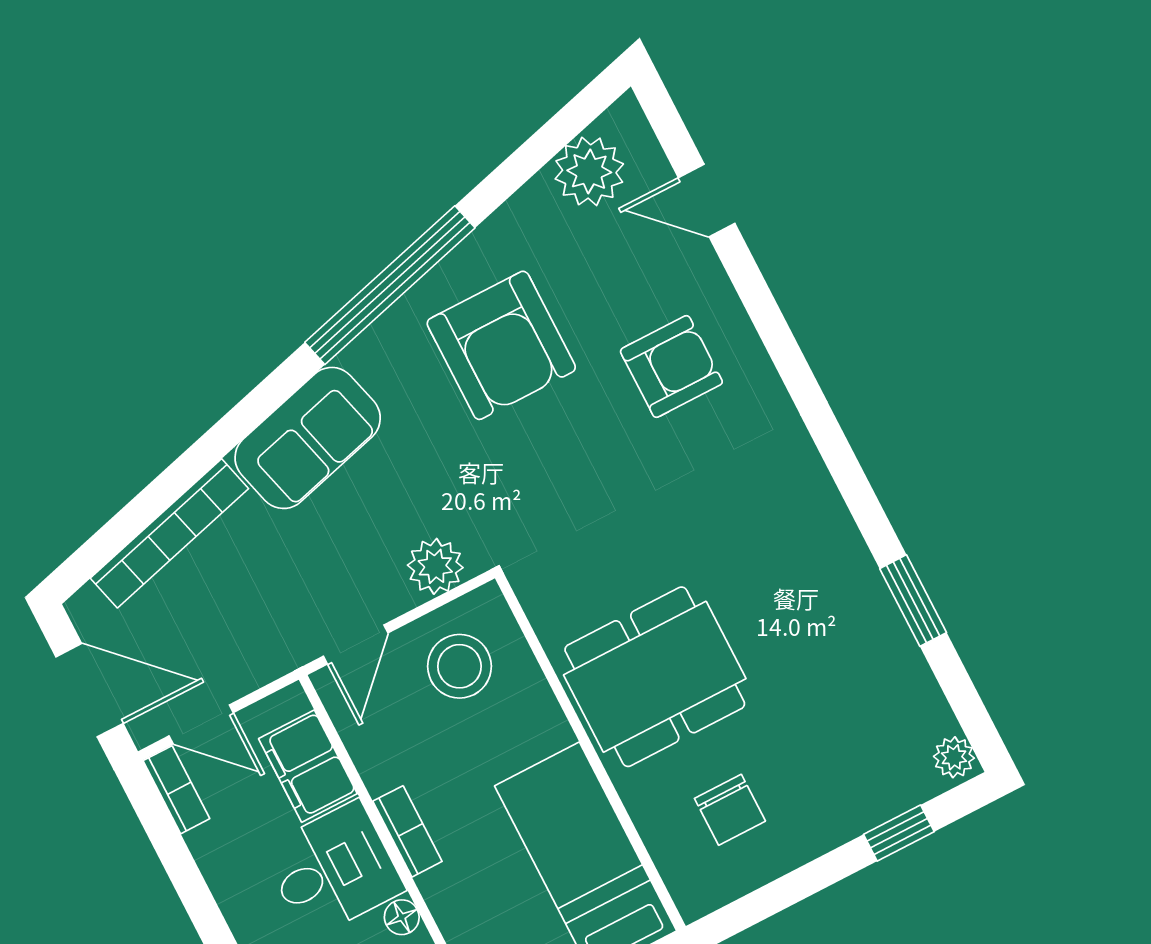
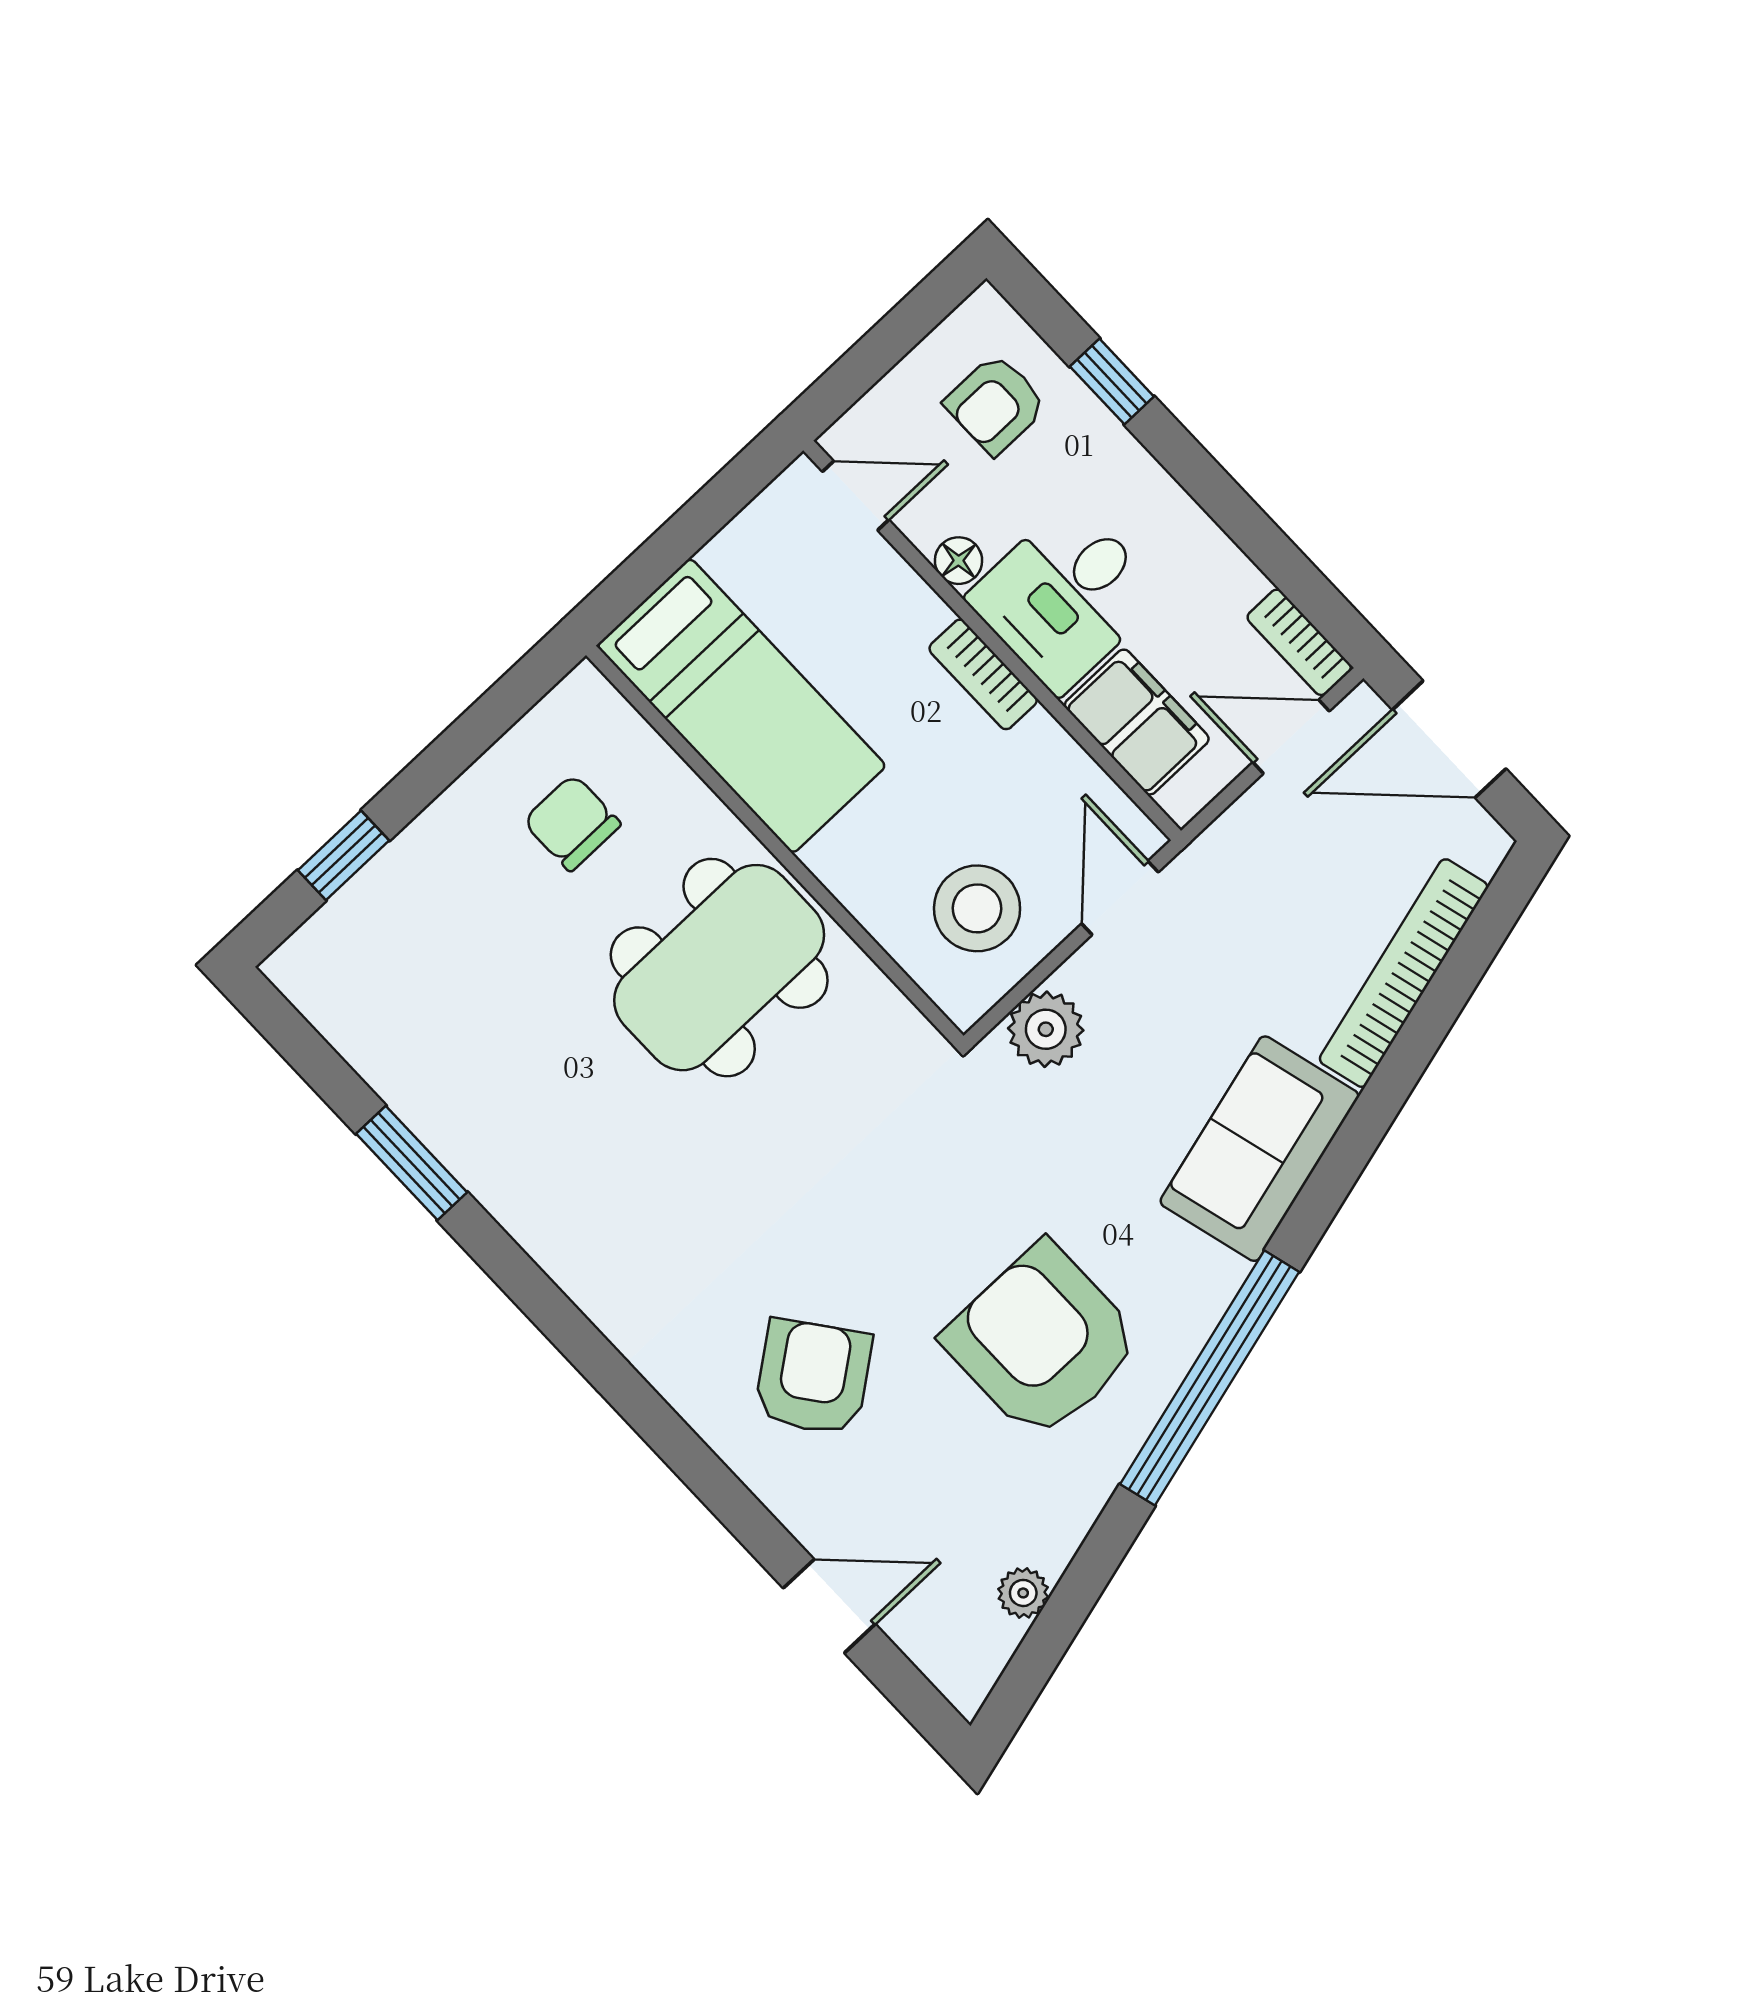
plant: (589, 171) -> (1023, 1593), width x0.53, depth x0.53
armchair: (671, 367) -> (813, 1377), turned 143
plant: (954, 757) -> (300, 974), removed

